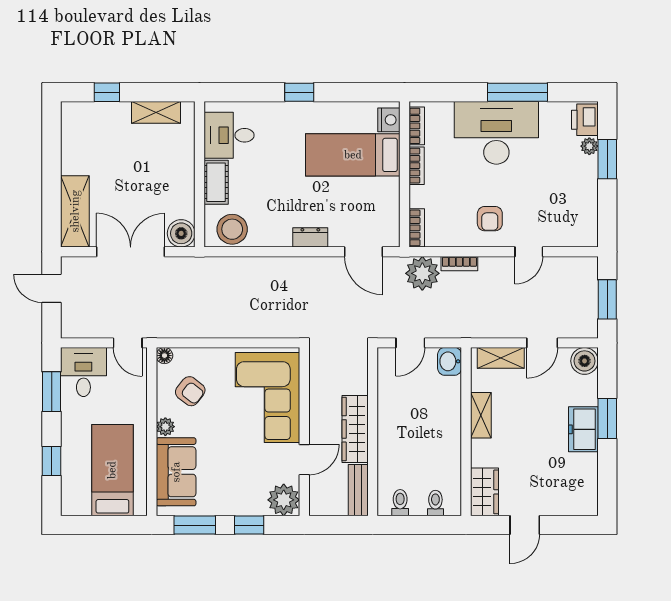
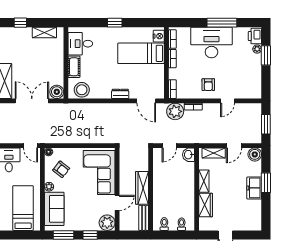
wardrobe: (484, 492) -> (206, 205), moved

